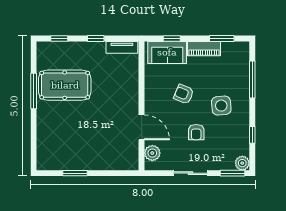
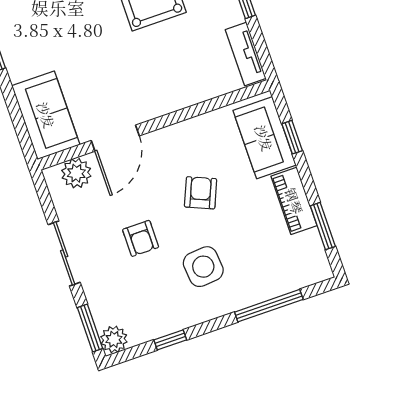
armchair: (196, 132) -> (141, 238), turned -90
sofa: (118, 158) -> (46, 115), added

